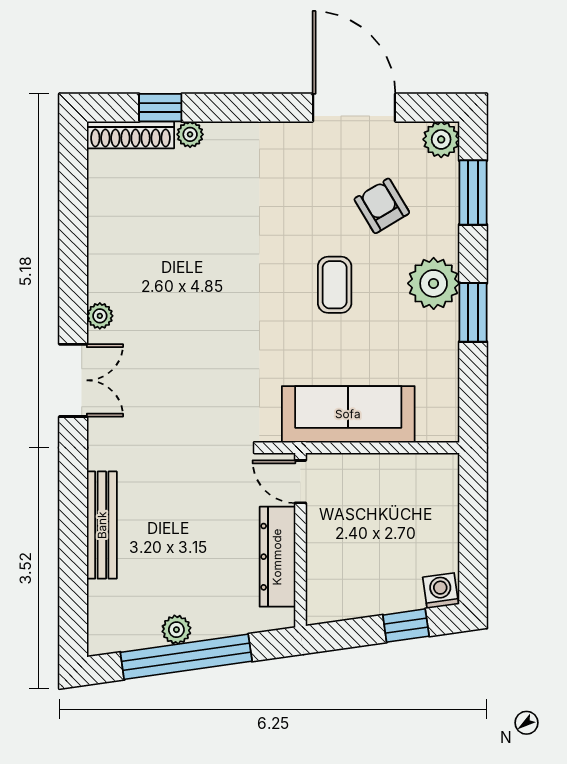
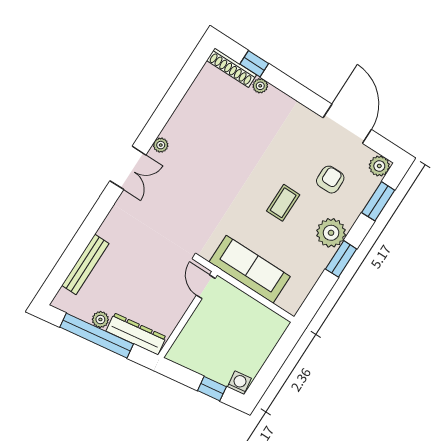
armchair: (382, 206) -> (330, 180), turned 31
bench: (102, 525) -> (85, 264), moved
dresser: (277, 557) -> (136, 334), moved, turned 82

